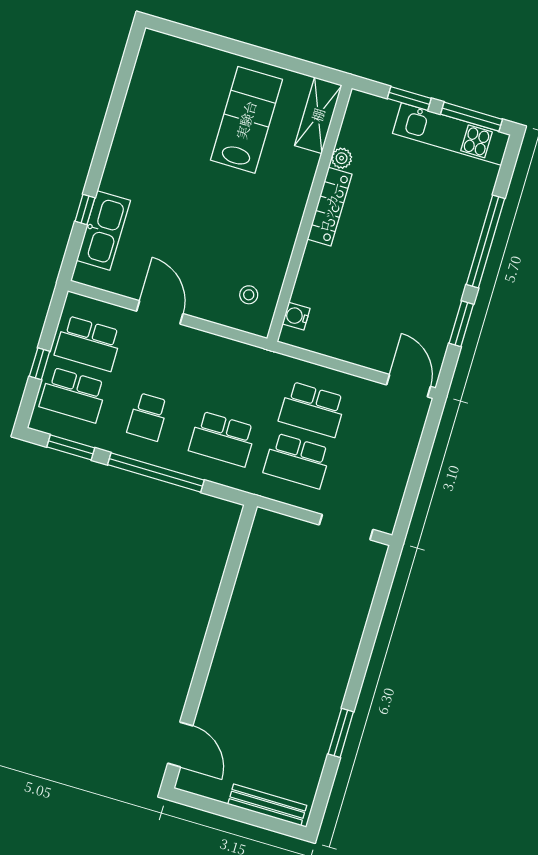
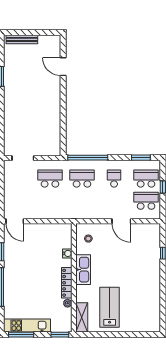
window: (409, 98) -> (60, 335), moved
lab bench: (246, 120) -> (110, 307), turned 180
kitchen sink: (103, 230) -> (83, 270), moved, turned 180
water cooler: (296, 316) -> (67, 253), moved
school desk: (312, 409) -> (50, 201), removed
window: (156, 472) -> (88, 158), moved
door: (180, 745) -> (63, 67), moved

